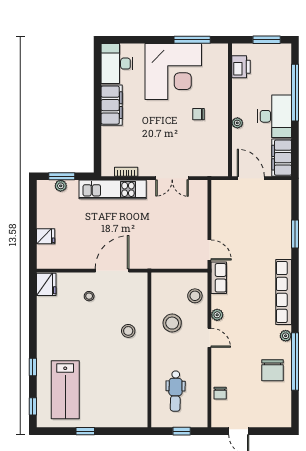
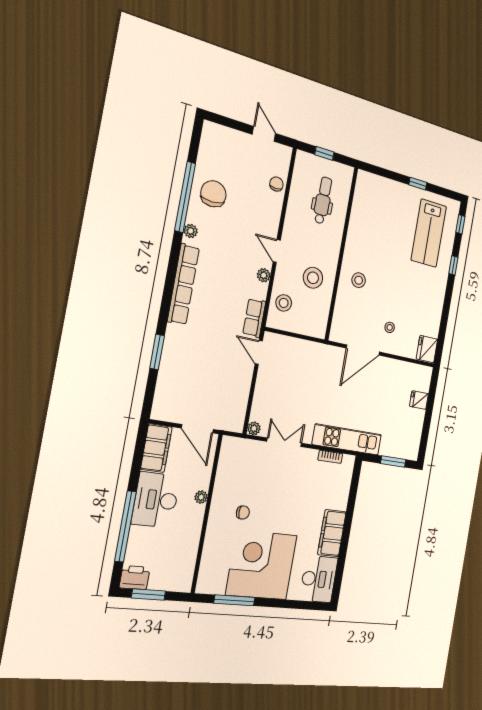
printer: (241, 67) -> (135, 578), moved, turned 90
plant: (61, 186) -> (254, 428), moved
lab bench: (65, 390) -> (429, 233), turned 180

